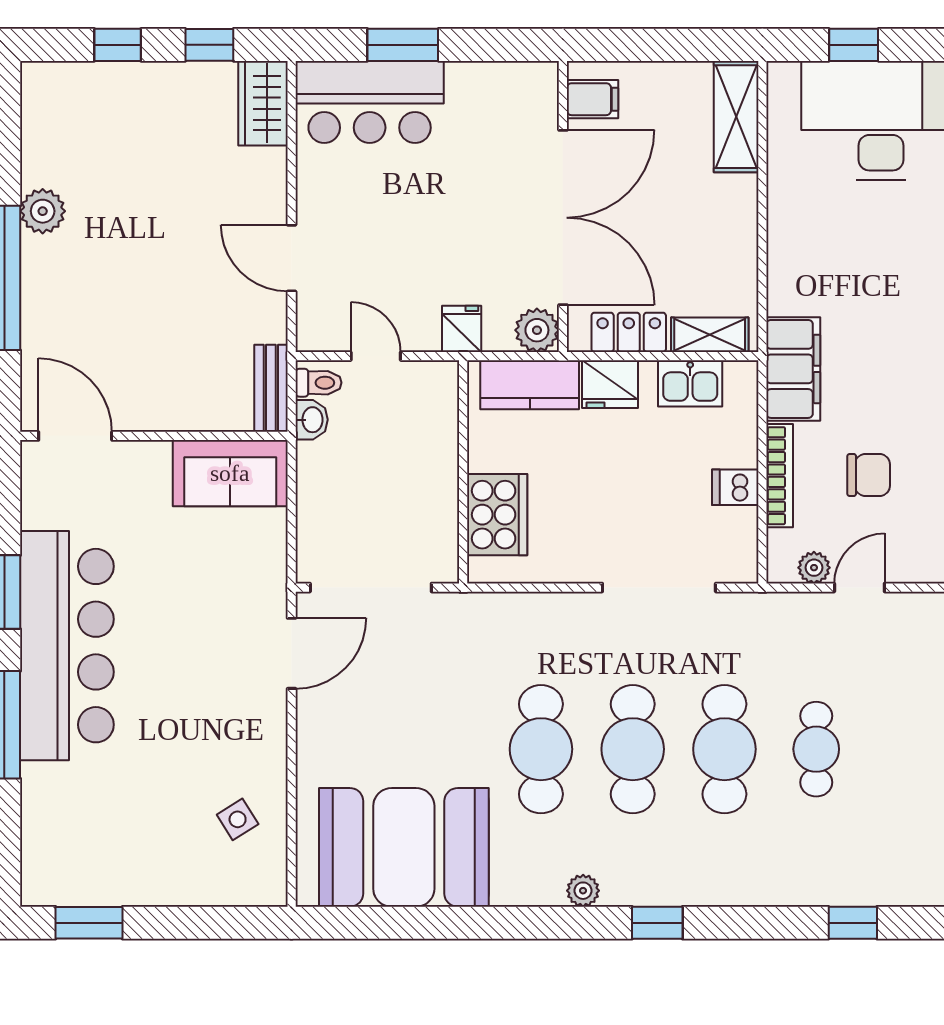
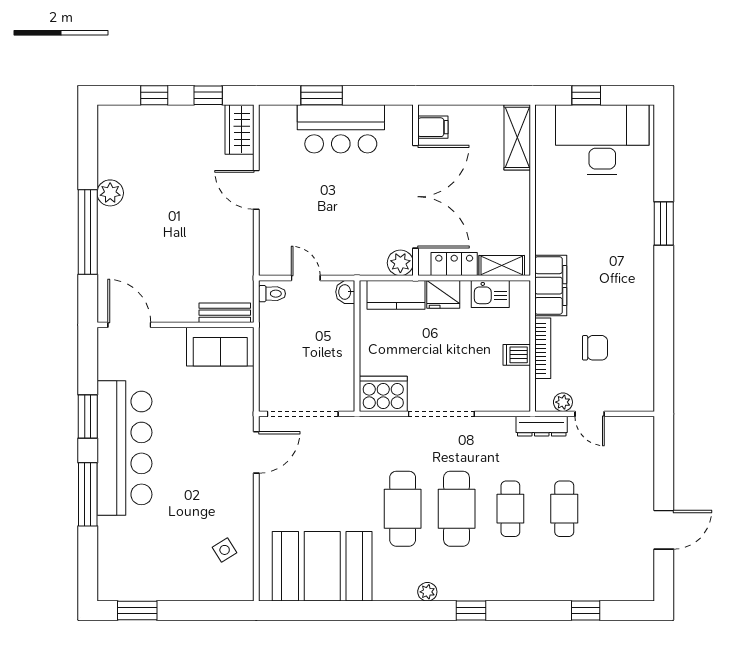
bar counter: (370, 102) -> (341, 129), moved
door: (292, 258) -> (256, 190), moved
fridge: (462, 329) -> (356, 262), removed
bench: (271, 388) -> (225, 313), moved, turned 90
washbasin: (312, 420) -> (345, 292), moved, turned 180
cooker: (497, 515) -> (383, 394), moved, turned -90
doorway: (659, 588) -> (441, 414), moved
door: (859, 588) -> (590, 414), swing flipped
dresser: (778, 609) -> (542, 426), added
cafe table: (724, 749) -> (510, 509), width x0.73, depth x0.74

